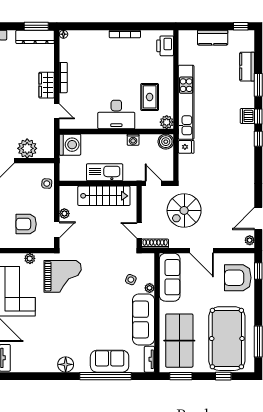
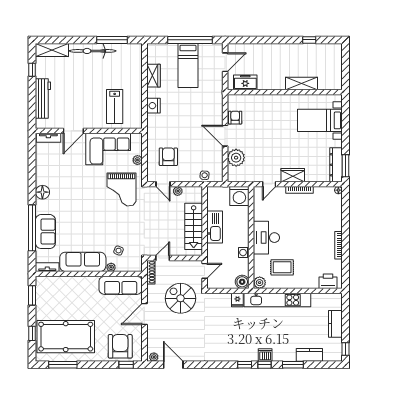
table tennis table: (179, 341) -> (64, 294), removed

